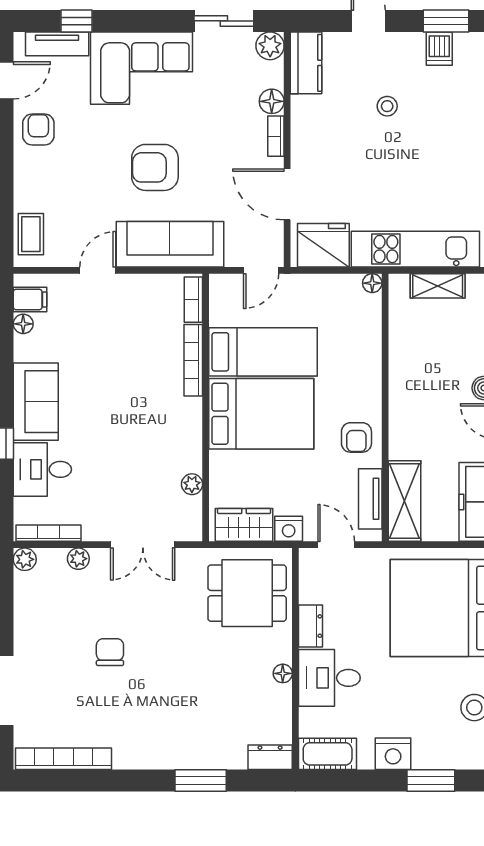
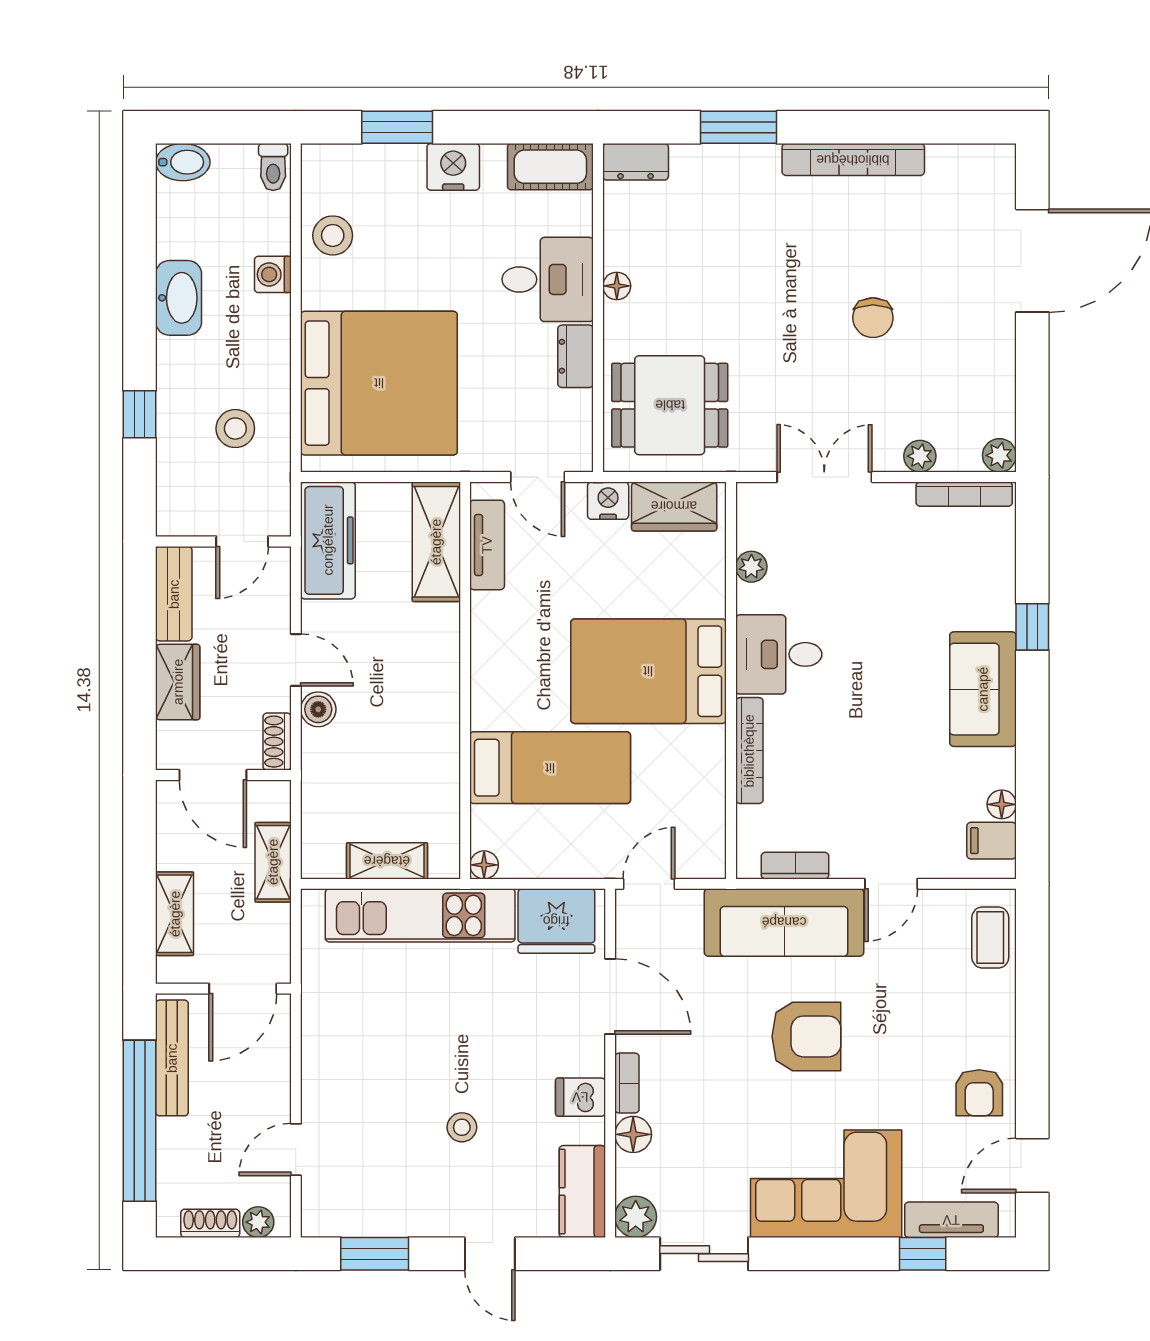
dishwasher: (439, 49) -> (580, 1097), moved, turned -90
bookcase: (193, 300) -> (795, 866), moved, turned -90
bed: (263, 352) -> (550, 768), moved, turned 180
armchair: (356, 437) -> (507, 636), removed
desk: (42, 469) -> (779, 654), moved, turned 180
bookcase: (63, 759) -> (853, 160), moved

